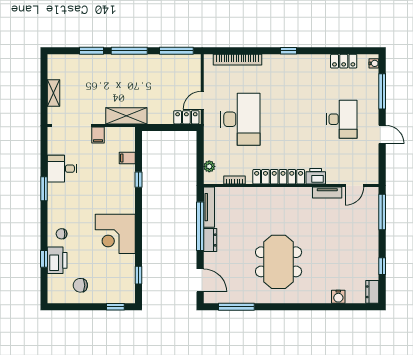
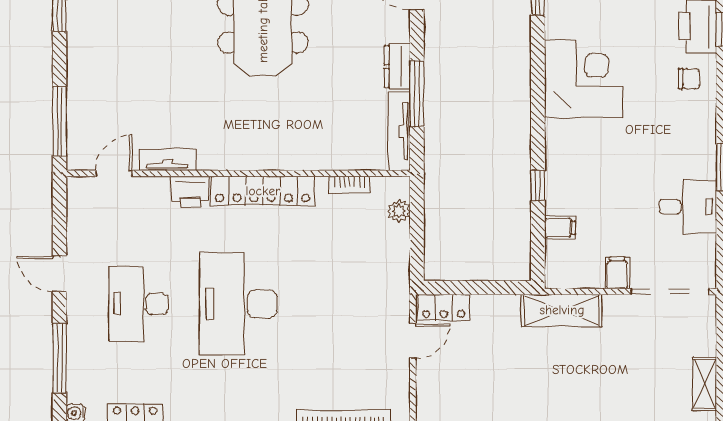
shelving: (54, 93) -> (705, 384), moved
desk: (240, 119) -> (238, 304), moved
window: (200, 226) -> (417, 94), width x0.68

